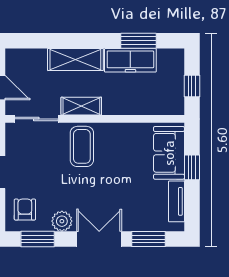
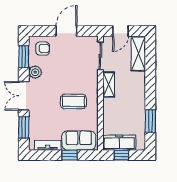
shelving: (75, 59) -> (138, 54), moved
freezer: (130, 60) -> (119, 143), moved, turned 90
coffee table: (82, 146) -> (73, 101), moved
double door: (99, 239) -> (24, 96), swing flipped

